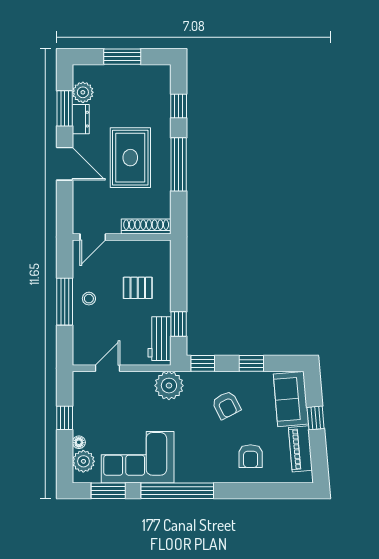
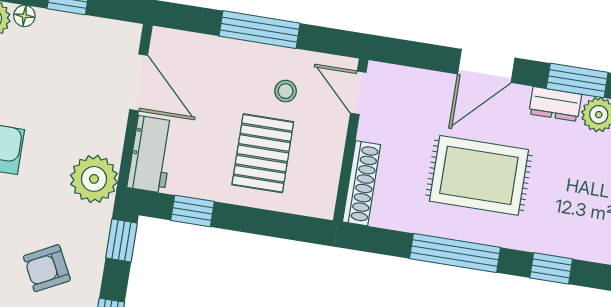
pallet: (138, 288) -> (263, 153), width x1.50, depth x1.42
stool: (89, 299) -> (286, 91), moved
workbench: (160, 339) -> (151, 154), moved, turned 90
door: (108, 368) -> (139, 82), width x1.37

